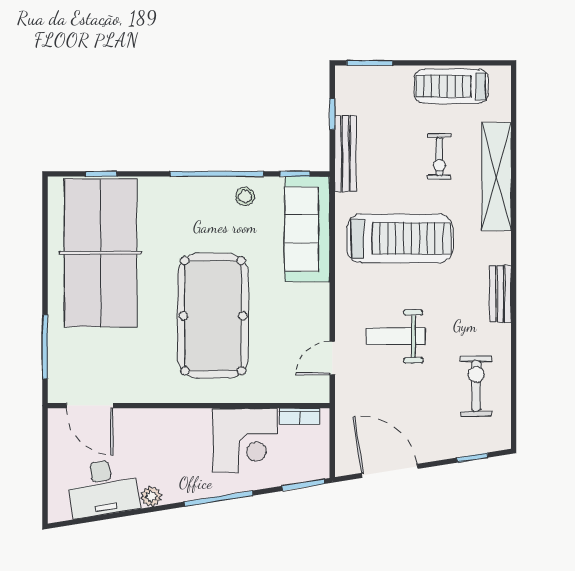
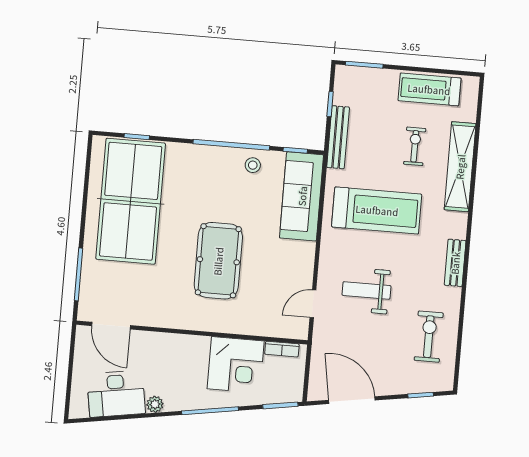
exercise bike: (439, 157) -> (415, 146), turned 180
pool table: (213, 316) -> (218, 261), width x0.73, depth x0.76

